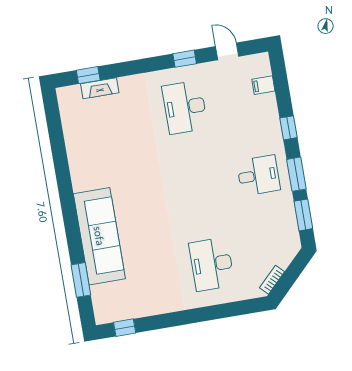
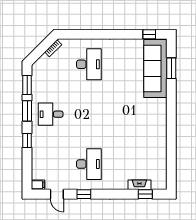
filing cabinet: (263, 85) -> (38, 185), moved
sofa: (99, 236) -> (155, 68), moved

